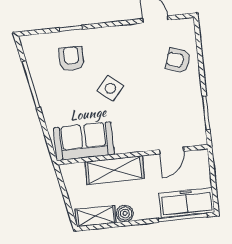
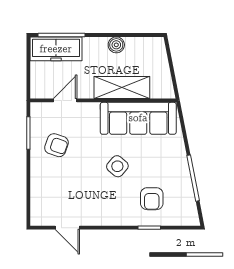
armchair: (178, 60) -> (56, 145), moved
sofa: (84, 141) -> (138, 118), width x1.36
shelving: (96, 216) -> (145, 45), removed

